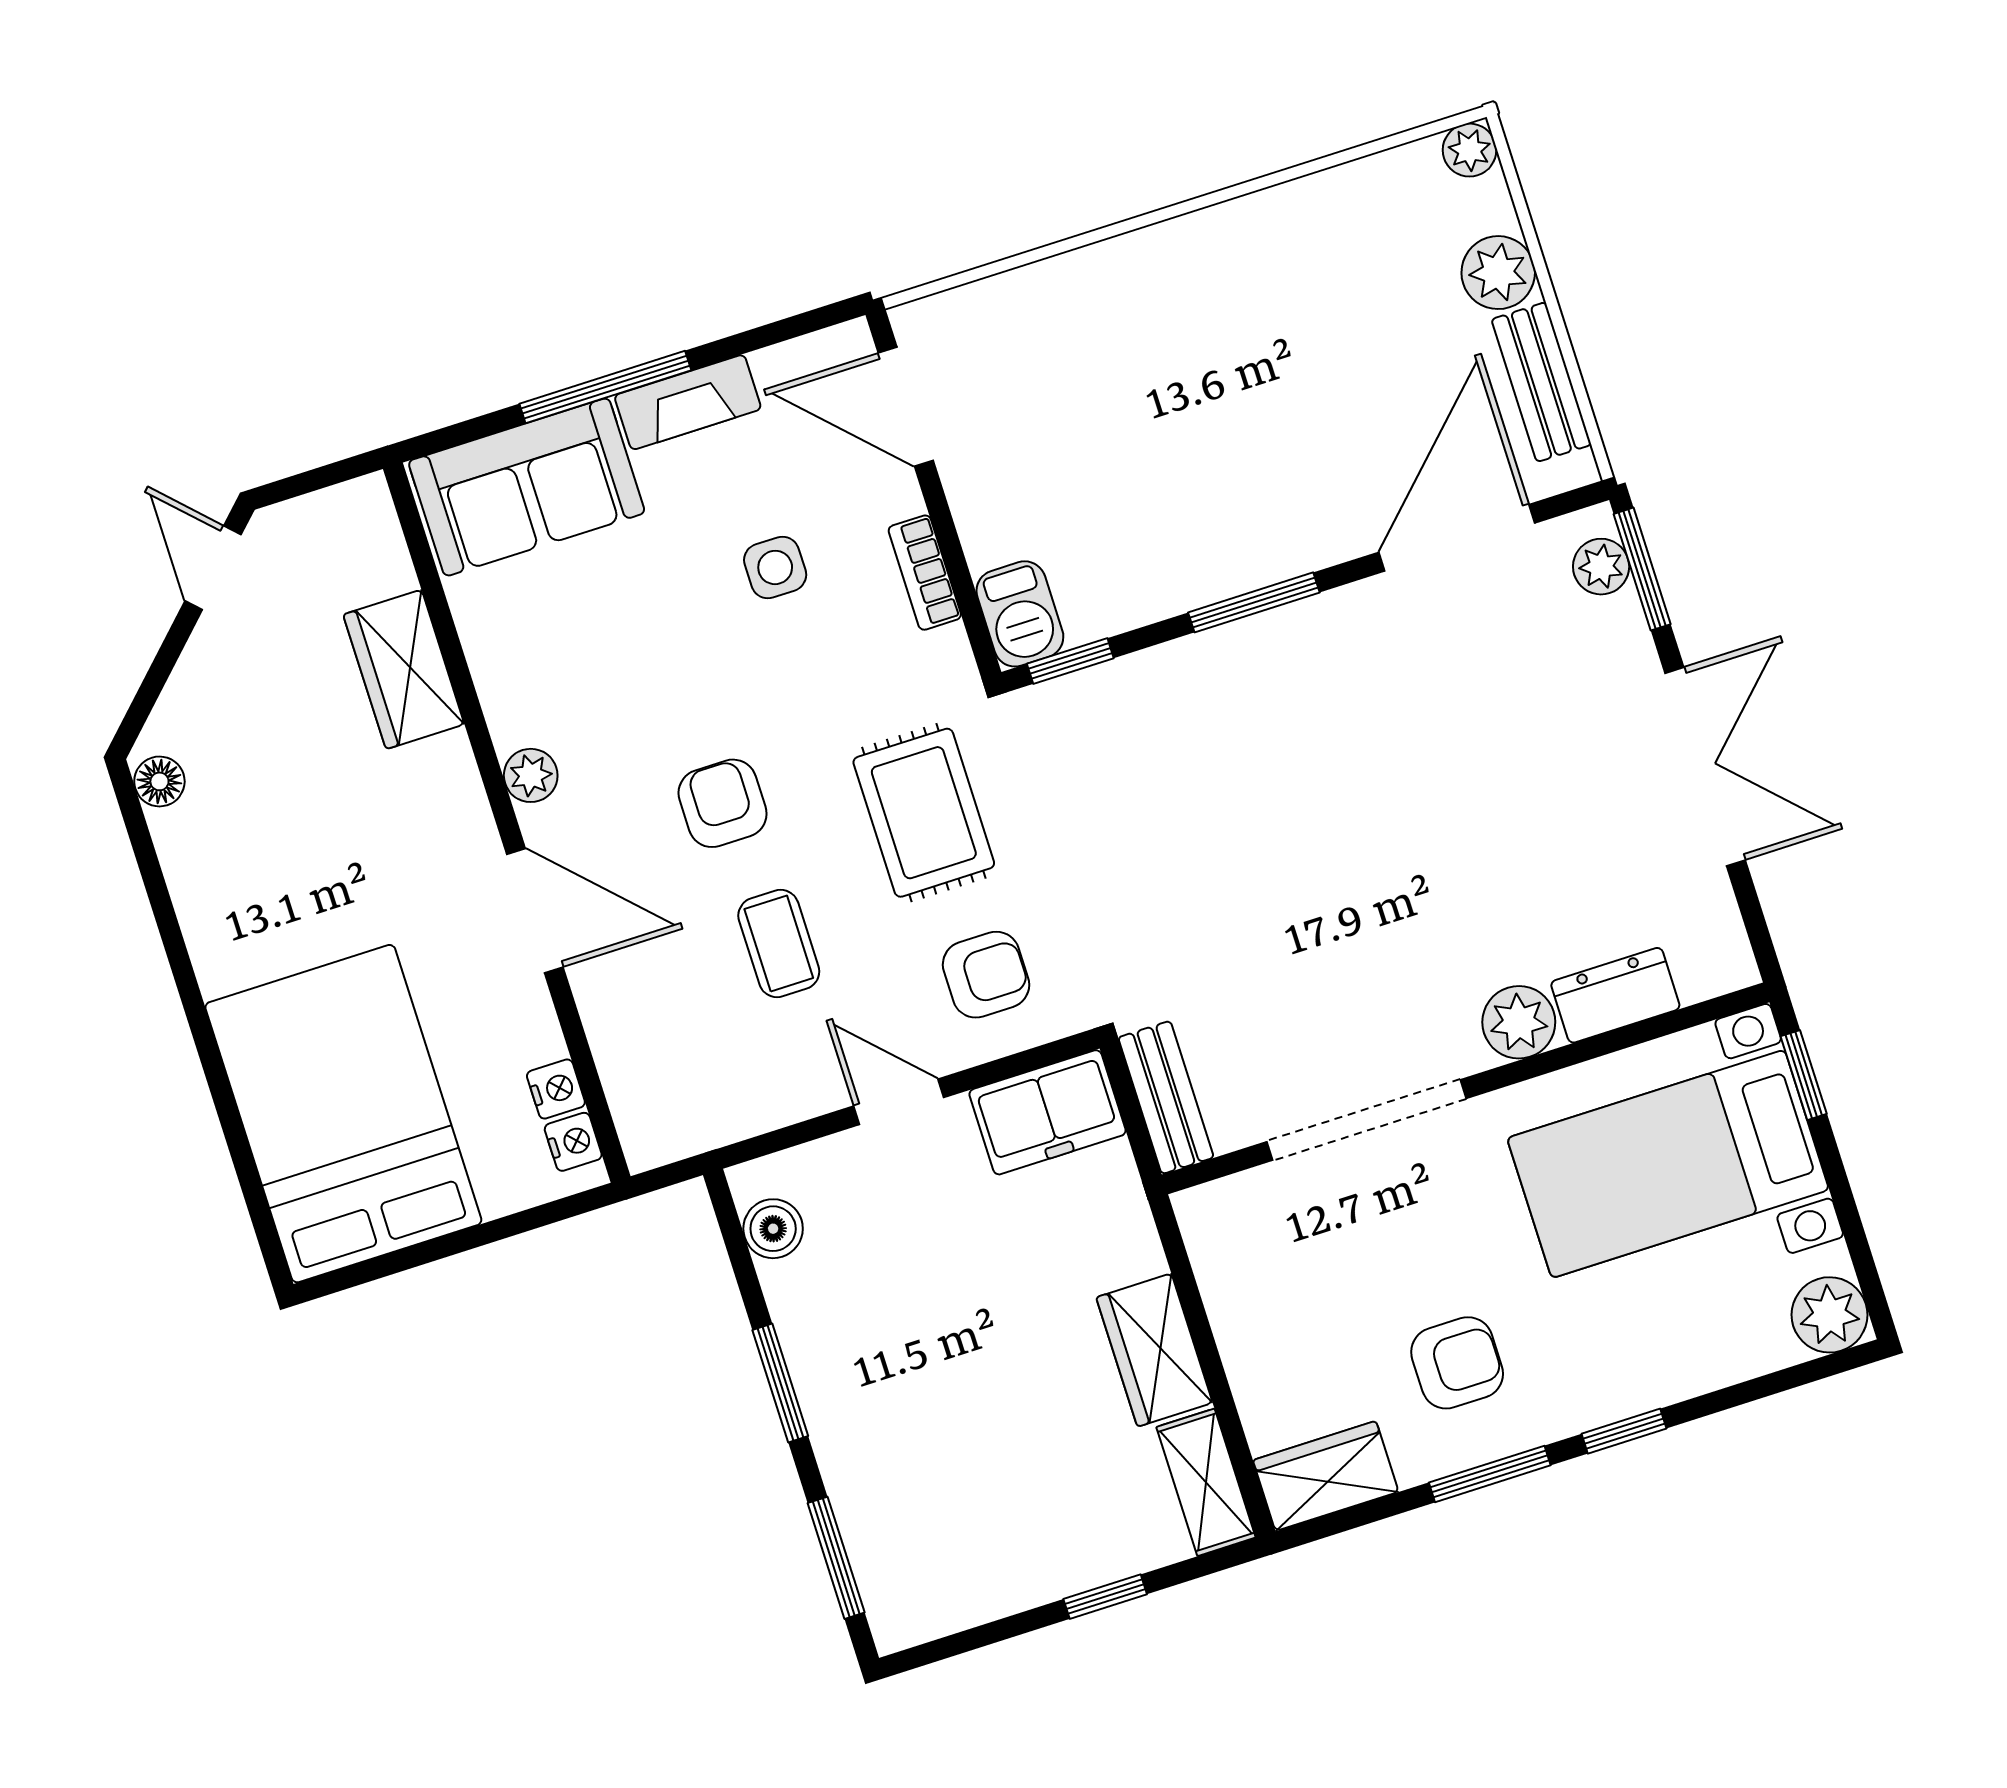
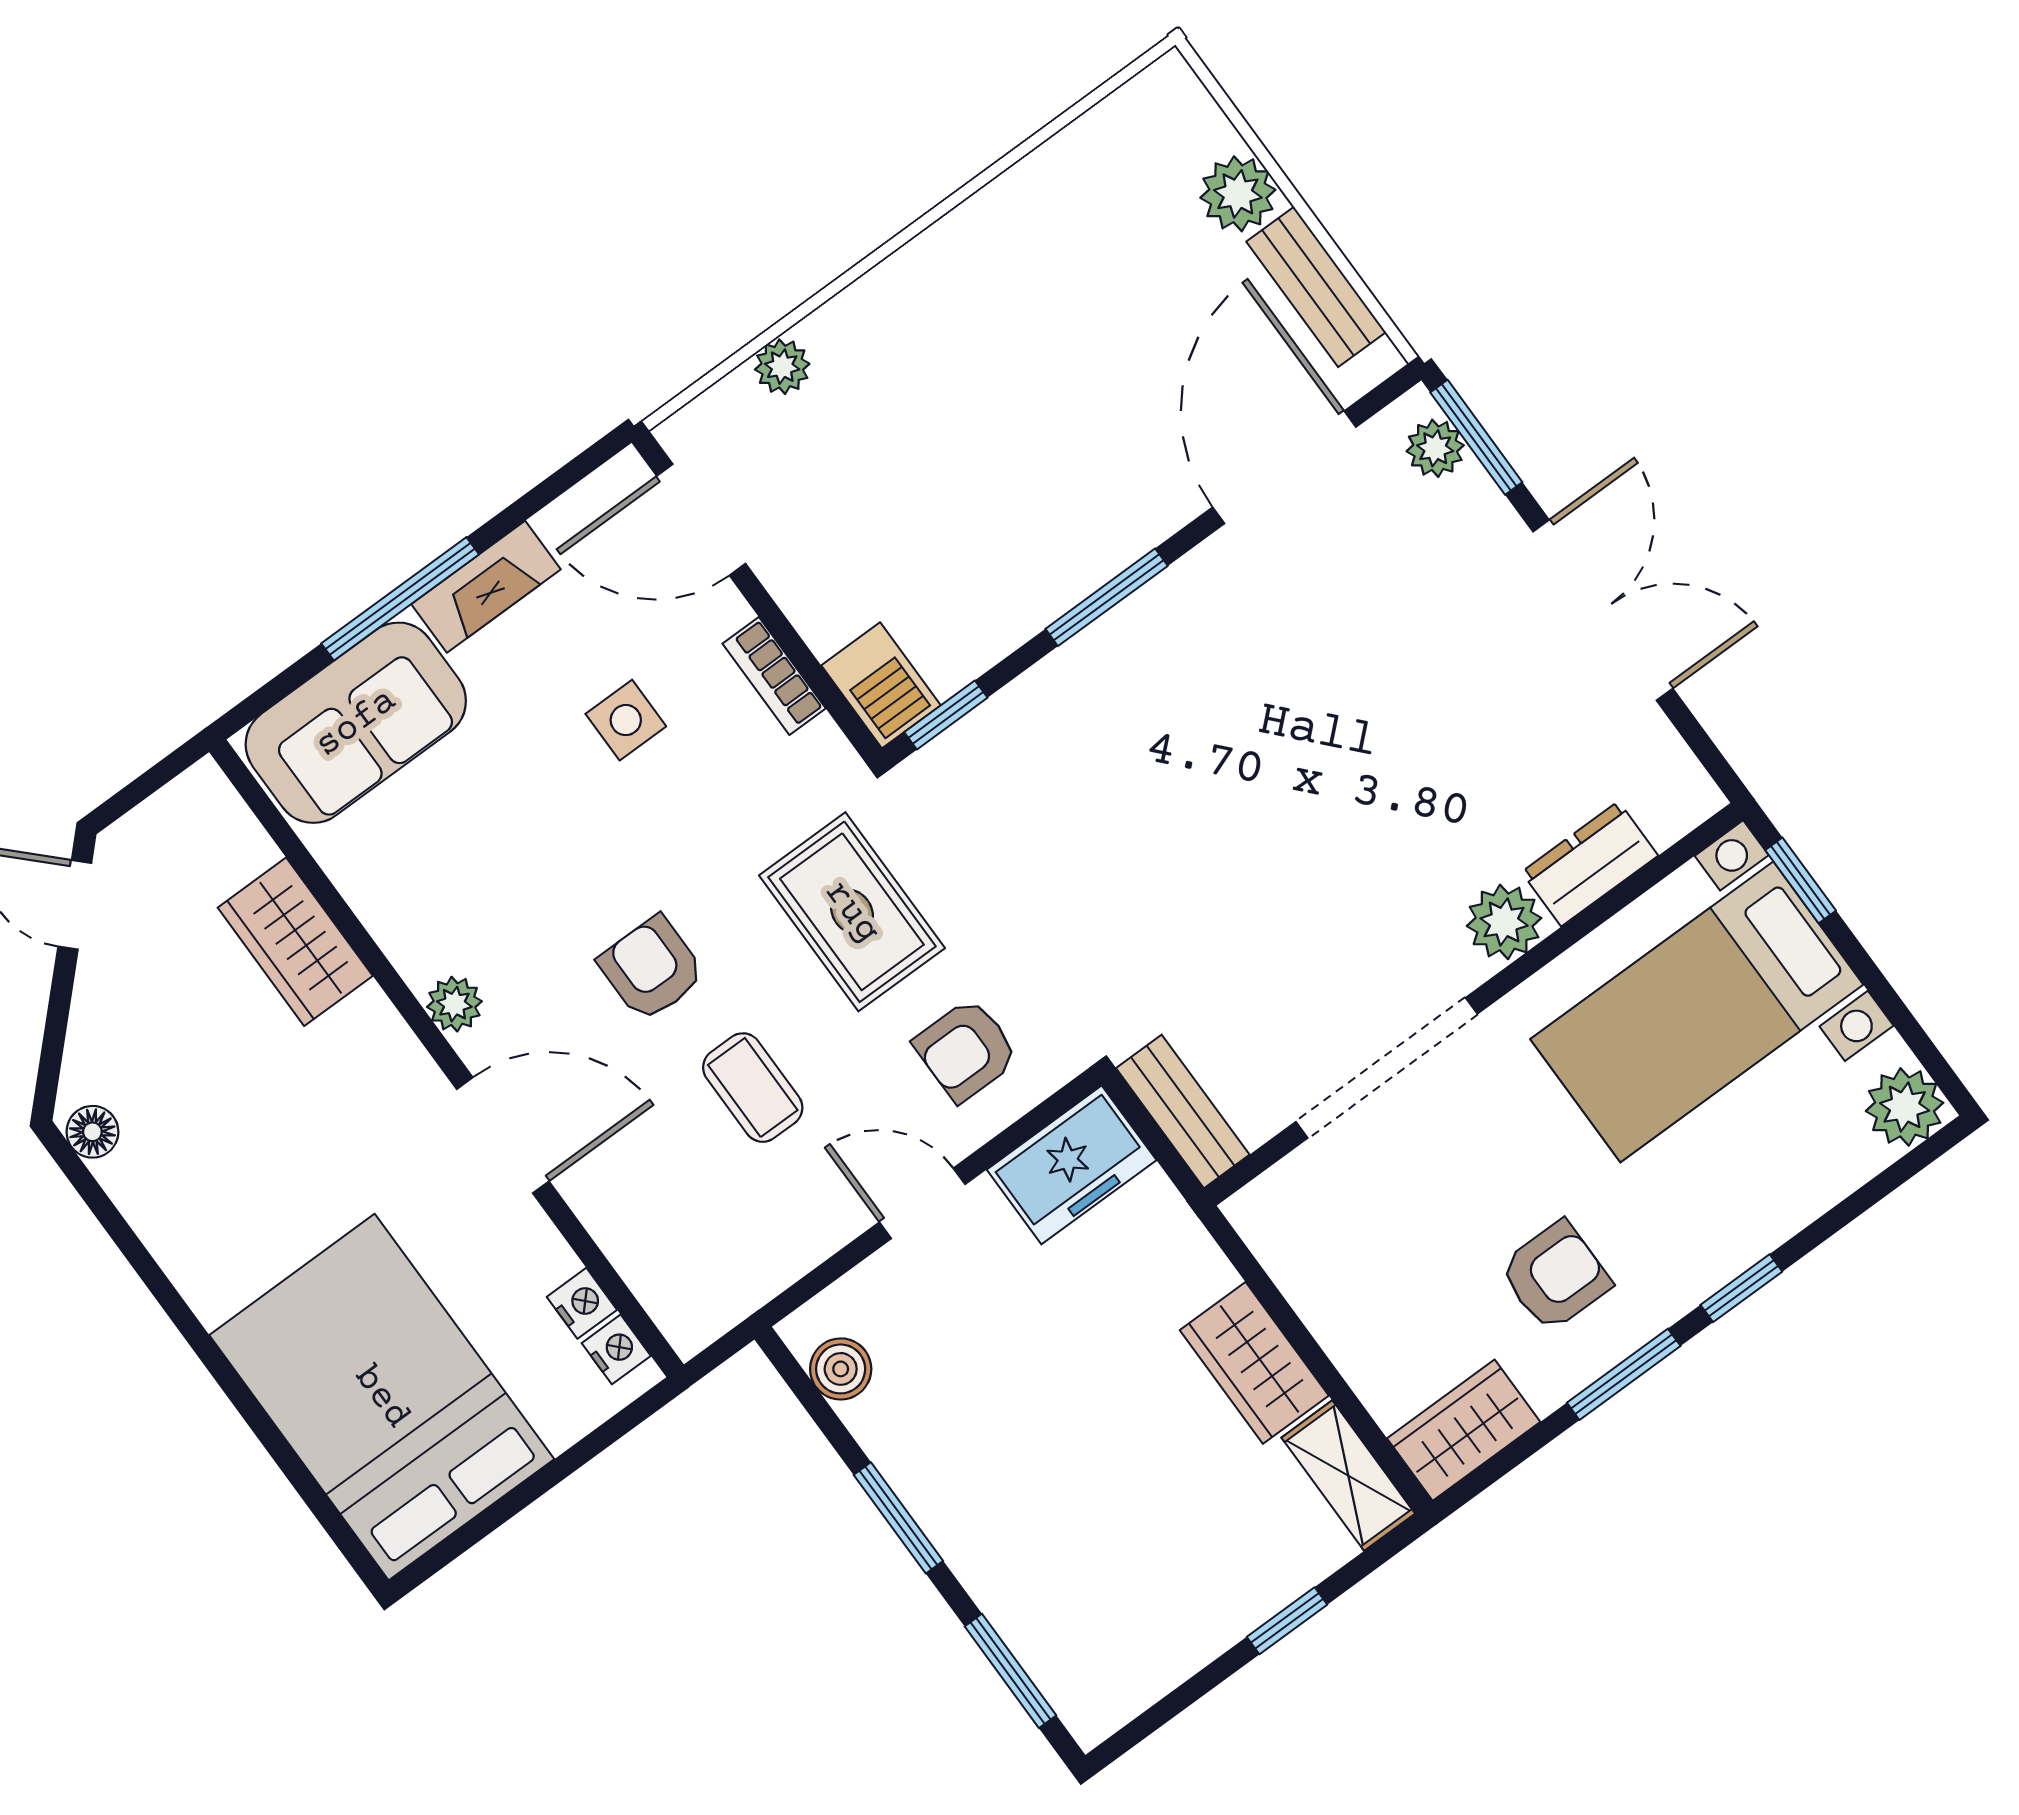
plant: (1470, 150) -> (782, 367), moved
armchair: (986, 975) -> (966, 1050), turned 180

